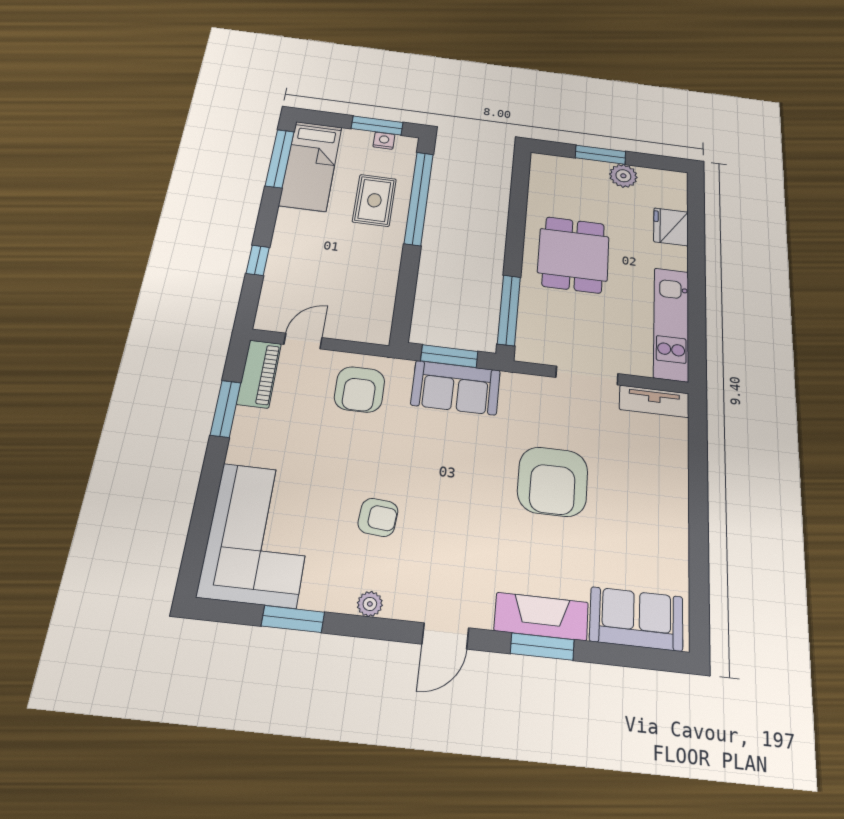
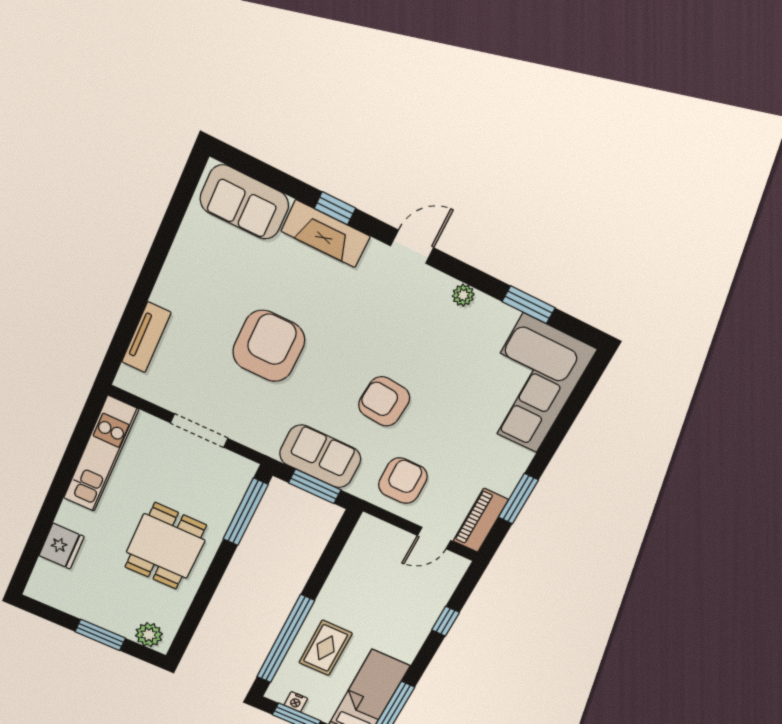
plant: (623, 176) -> (149, 635), moved
tv unit: (654, 401) -> (146, 337), moved, turned 90
armchair: (378, 517) -> (384, 401), moved, width x1.38, depth x1.38
window: (542, 647) -> (335, 208), width x0.67

